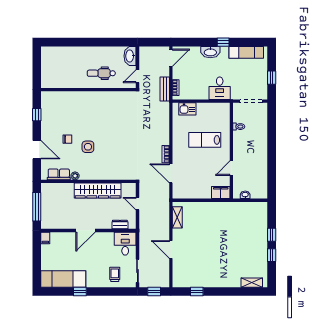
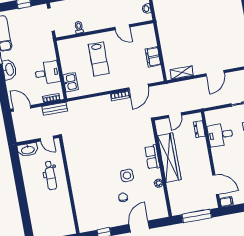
desk: (220, 88) -> (47, 73), moved
row of seats: (59, 174) -> (152, 157), moved
filing cabinet: (221, 193) -> (153, 57), moved
door: (86, 230) -> (216, 185), moved
desk: (125, 244) -> (220, 135), moved

